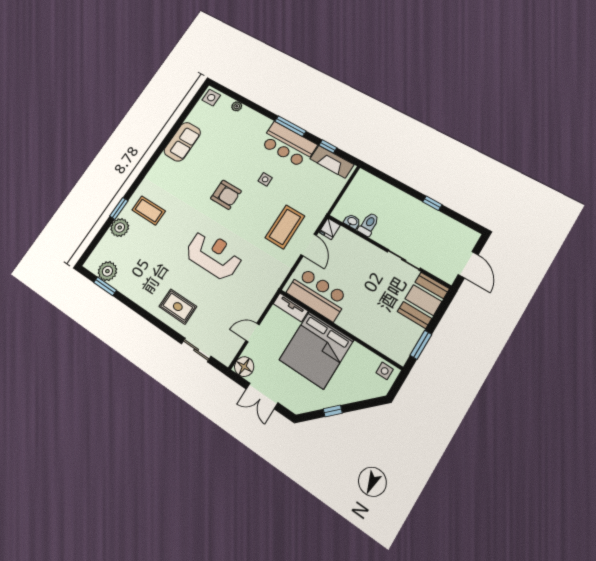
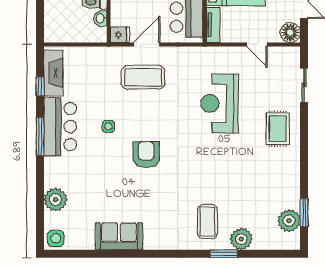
plant: (237, 106) -> (55, 200), width x1.88, depth x1.88
reception desk: (214, 255) -> (220, 103), moved

